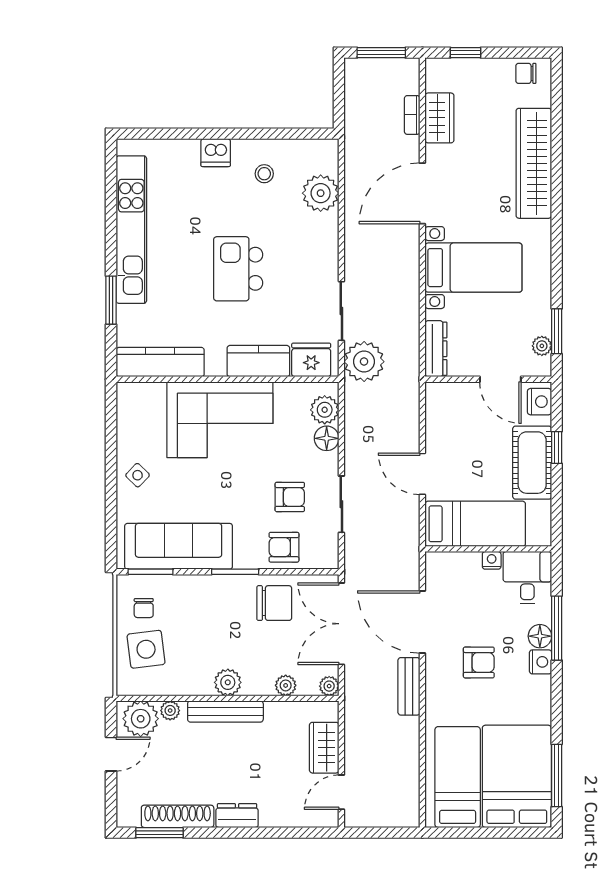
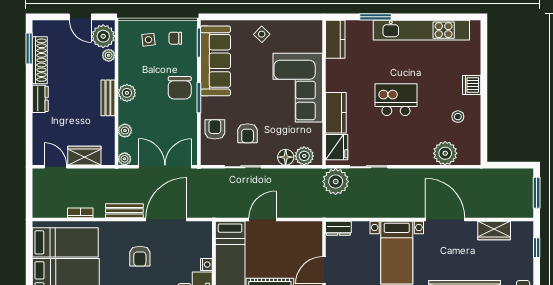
bookcase: (412, 115) -> (80, 213), moved
dresser: (436, 349) -> (338, 228), width x0.70
kitchen counter: (160, 362) -> (335, 39), width x0.67
chair: (274, 603) -> (180, 88), moved
side table: (146, 649) -> (148, 40), width x0.54, depth x0.54
bench: (225, 711) -> (108, 98), width x0.73

